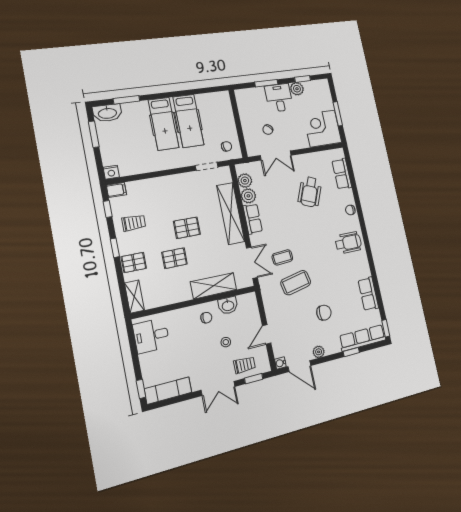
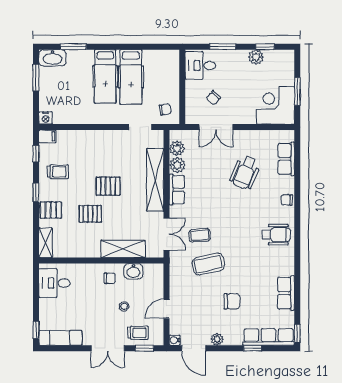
desk: (279, 98) -> (200, 66), moved, turned -90

